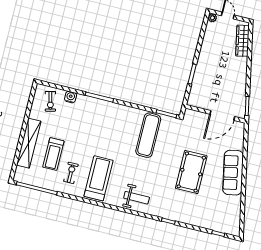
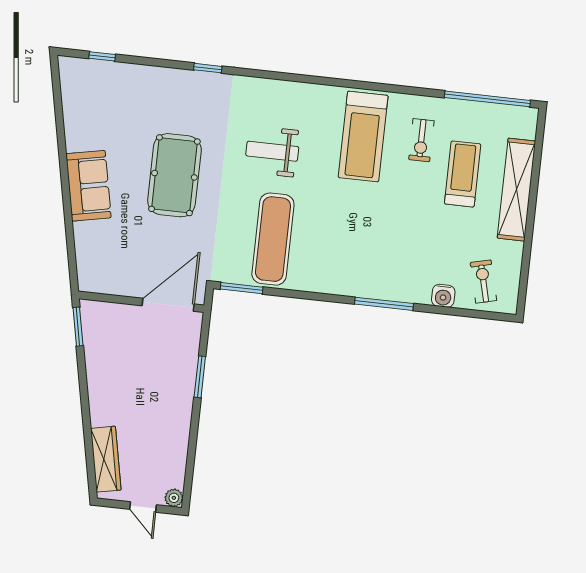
door: (222, 115) -> (168, 305), moved
sofa: (233, 173) -> (89, 186), width x0.73
weight bench: (137, 198) -> (272, 151), moved

